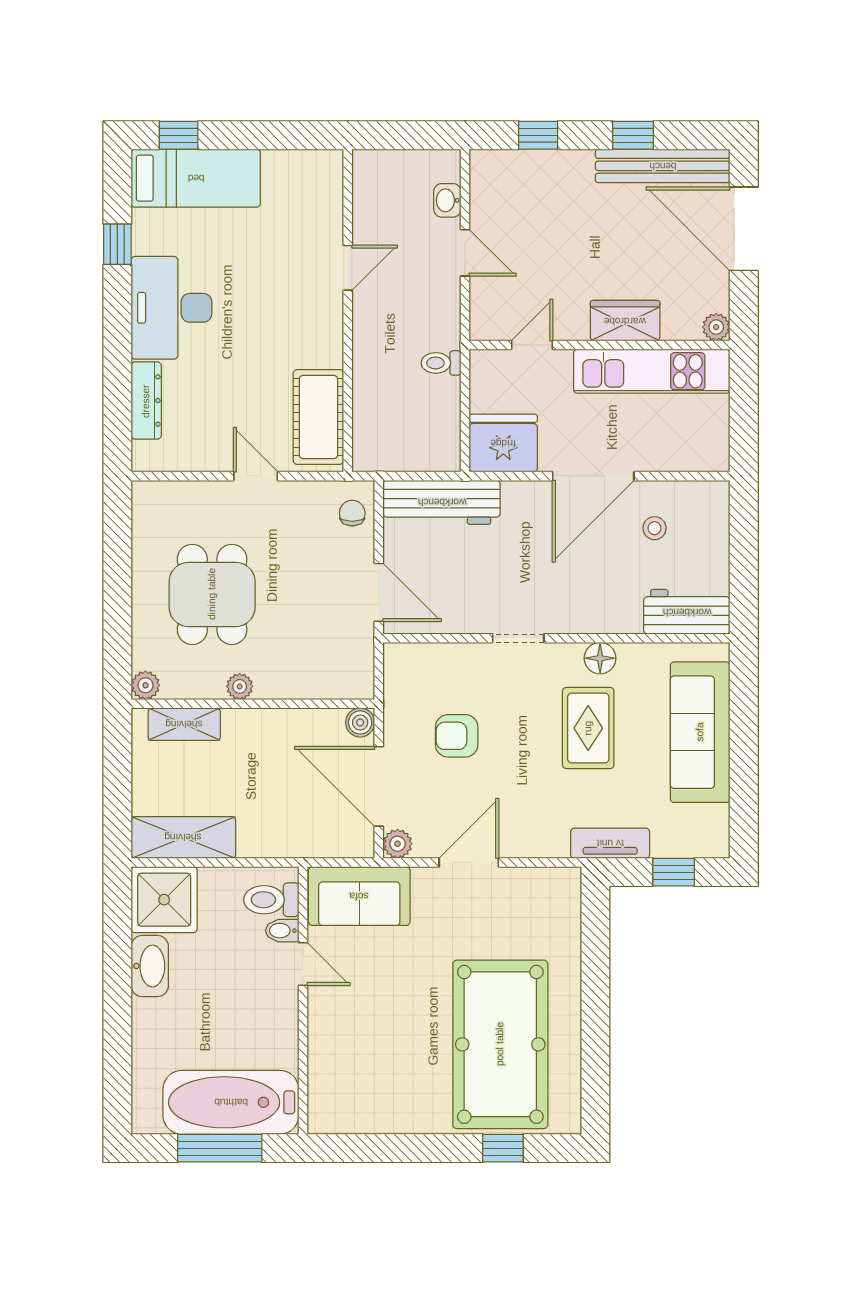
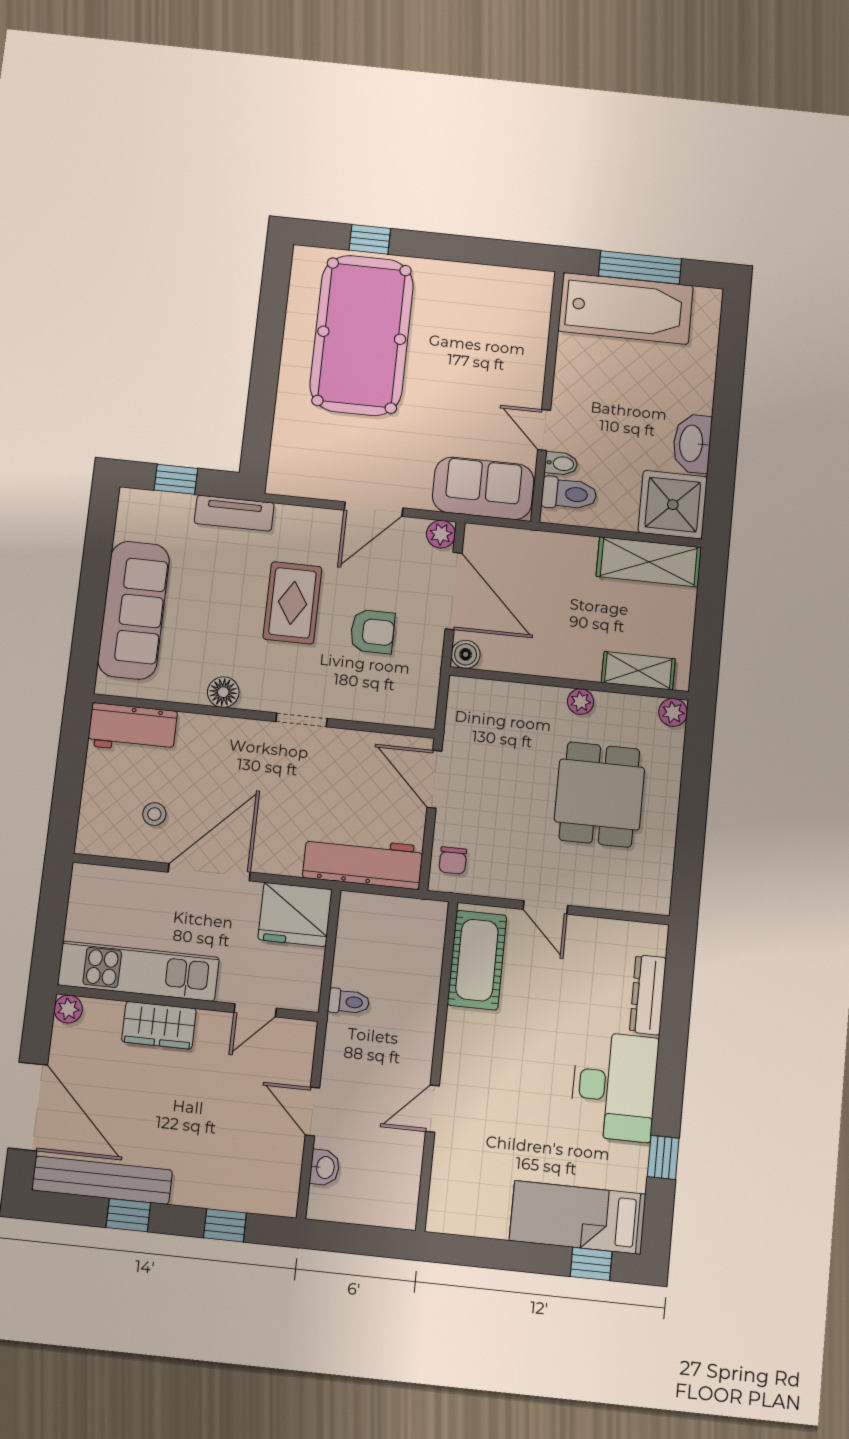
rug: (588, 728) -> (292, 603), moved

